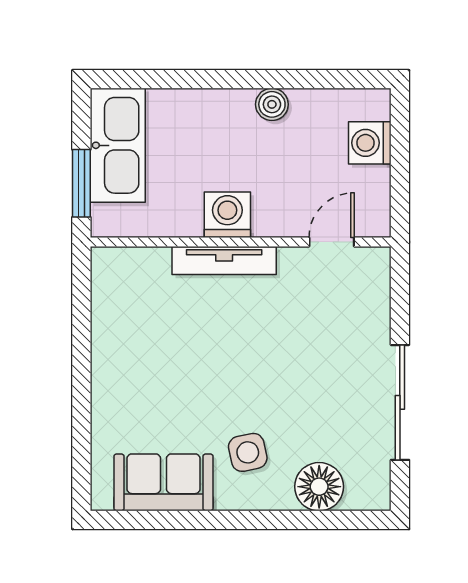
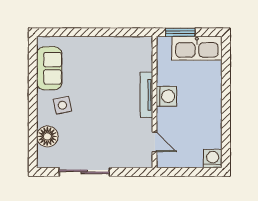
boiler: (272, 104) -> (215, 116), removed
washing machine: (370, 143) -> (213, 159), moved

